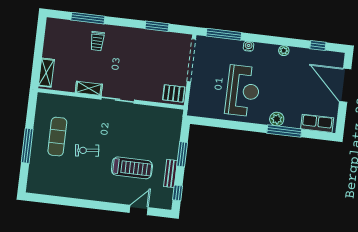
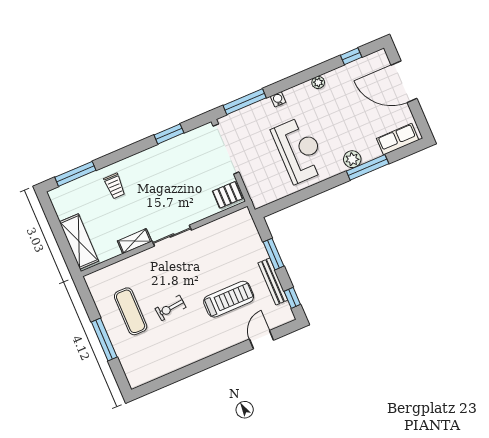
window: (88, 18) -> (75, 174), moved
shelving: (46, 73) -> (79, 241), width x1.50, depth x1.33
bench: (171, 173) -> (273, 282), width x1.36

